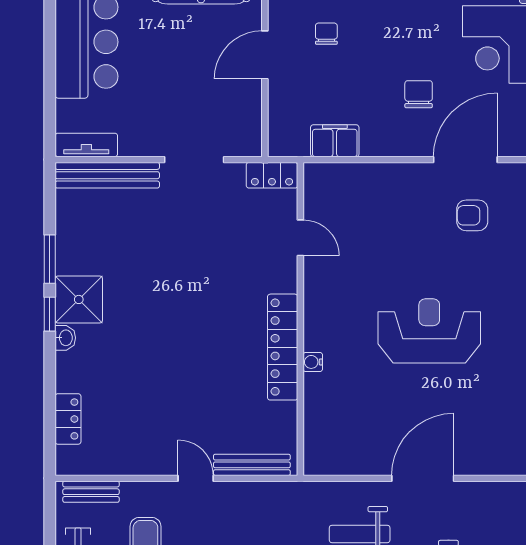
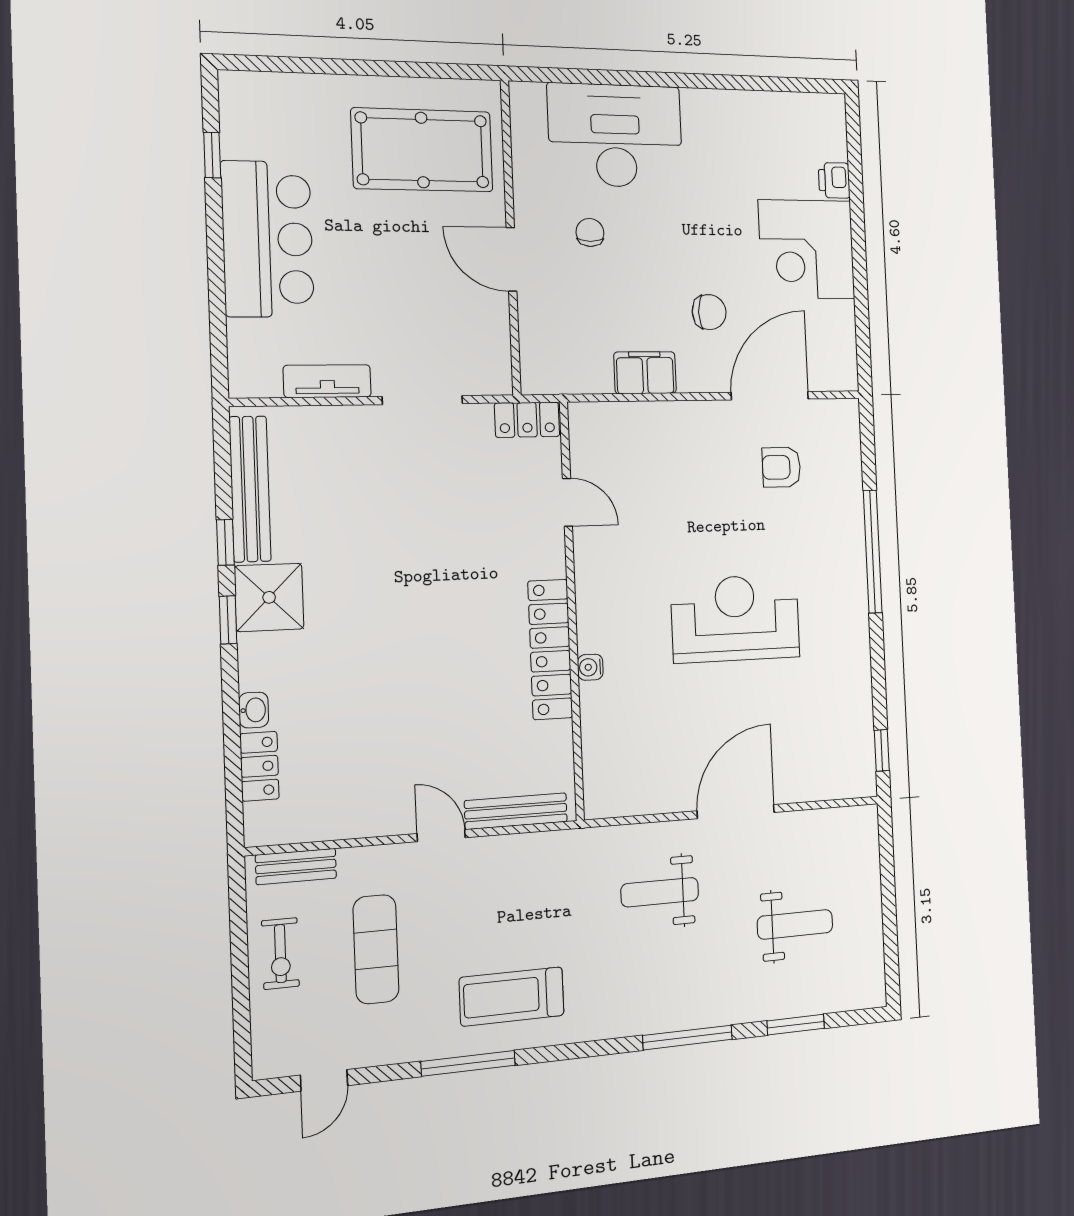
door: (265, 55) -> (512, 259), hinge flipped
chair: (419, 94) -> (709, 312), turned 90
filing cabinet: (335, 141) -> (645, 373), moved
tv unit: (86, 145) -> (327, 381), moved
bench: (107, 175) -> (250, 489), moved, turned 90
window: (50, 259) -> (225, 542), width x0.67
washbasin: (65, 338) -> (254, 710), moved

